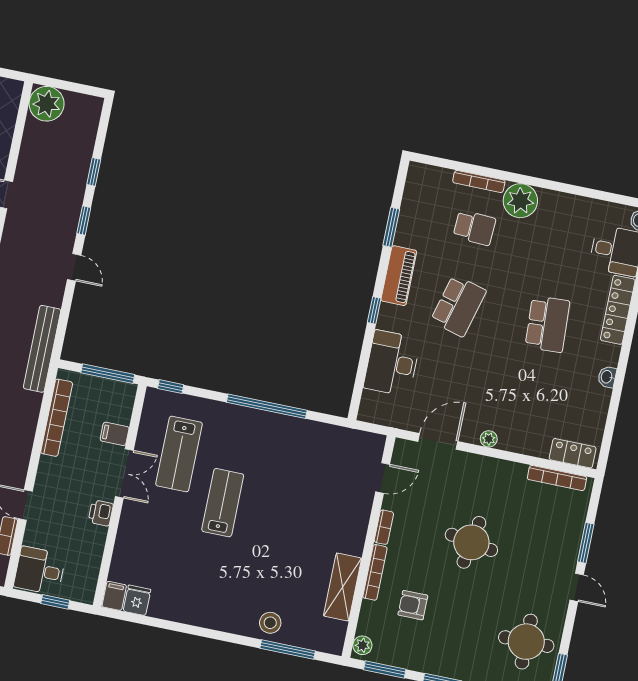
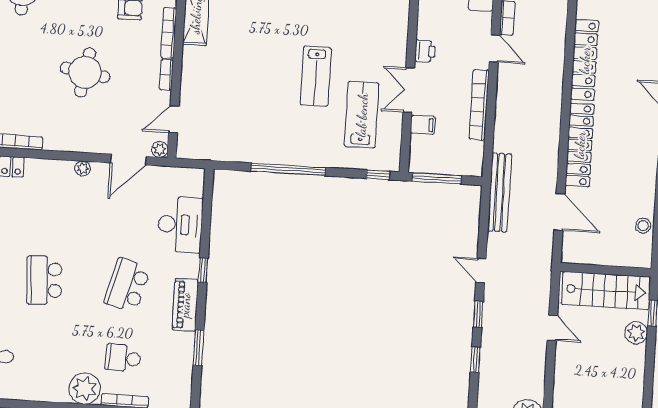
bookcase: (57, 418) -> (479, 105), moved
plant: (402, 448) -> (160, 149), added

